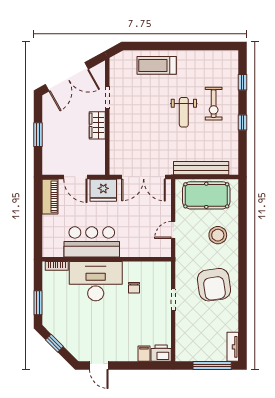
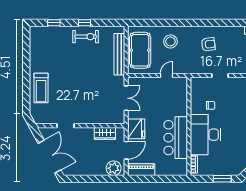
exercise bike: (214, 104) -> (86, 37), moved
weight bench: (184, 112) -> (77, 67), removed
wardrobe: (97, 125) -> (105, 133), moved
window: (38, 135) -> (94, 179), removed
plant: (52, 161) -> (114, 168), added
double door: (144, 177) -> (126, 98), width x0.73
door: (173, 230) -> (167, 76), swing flipped
armchair: (214, 285) -> (208, 44), width x0.53, depth x0.53

